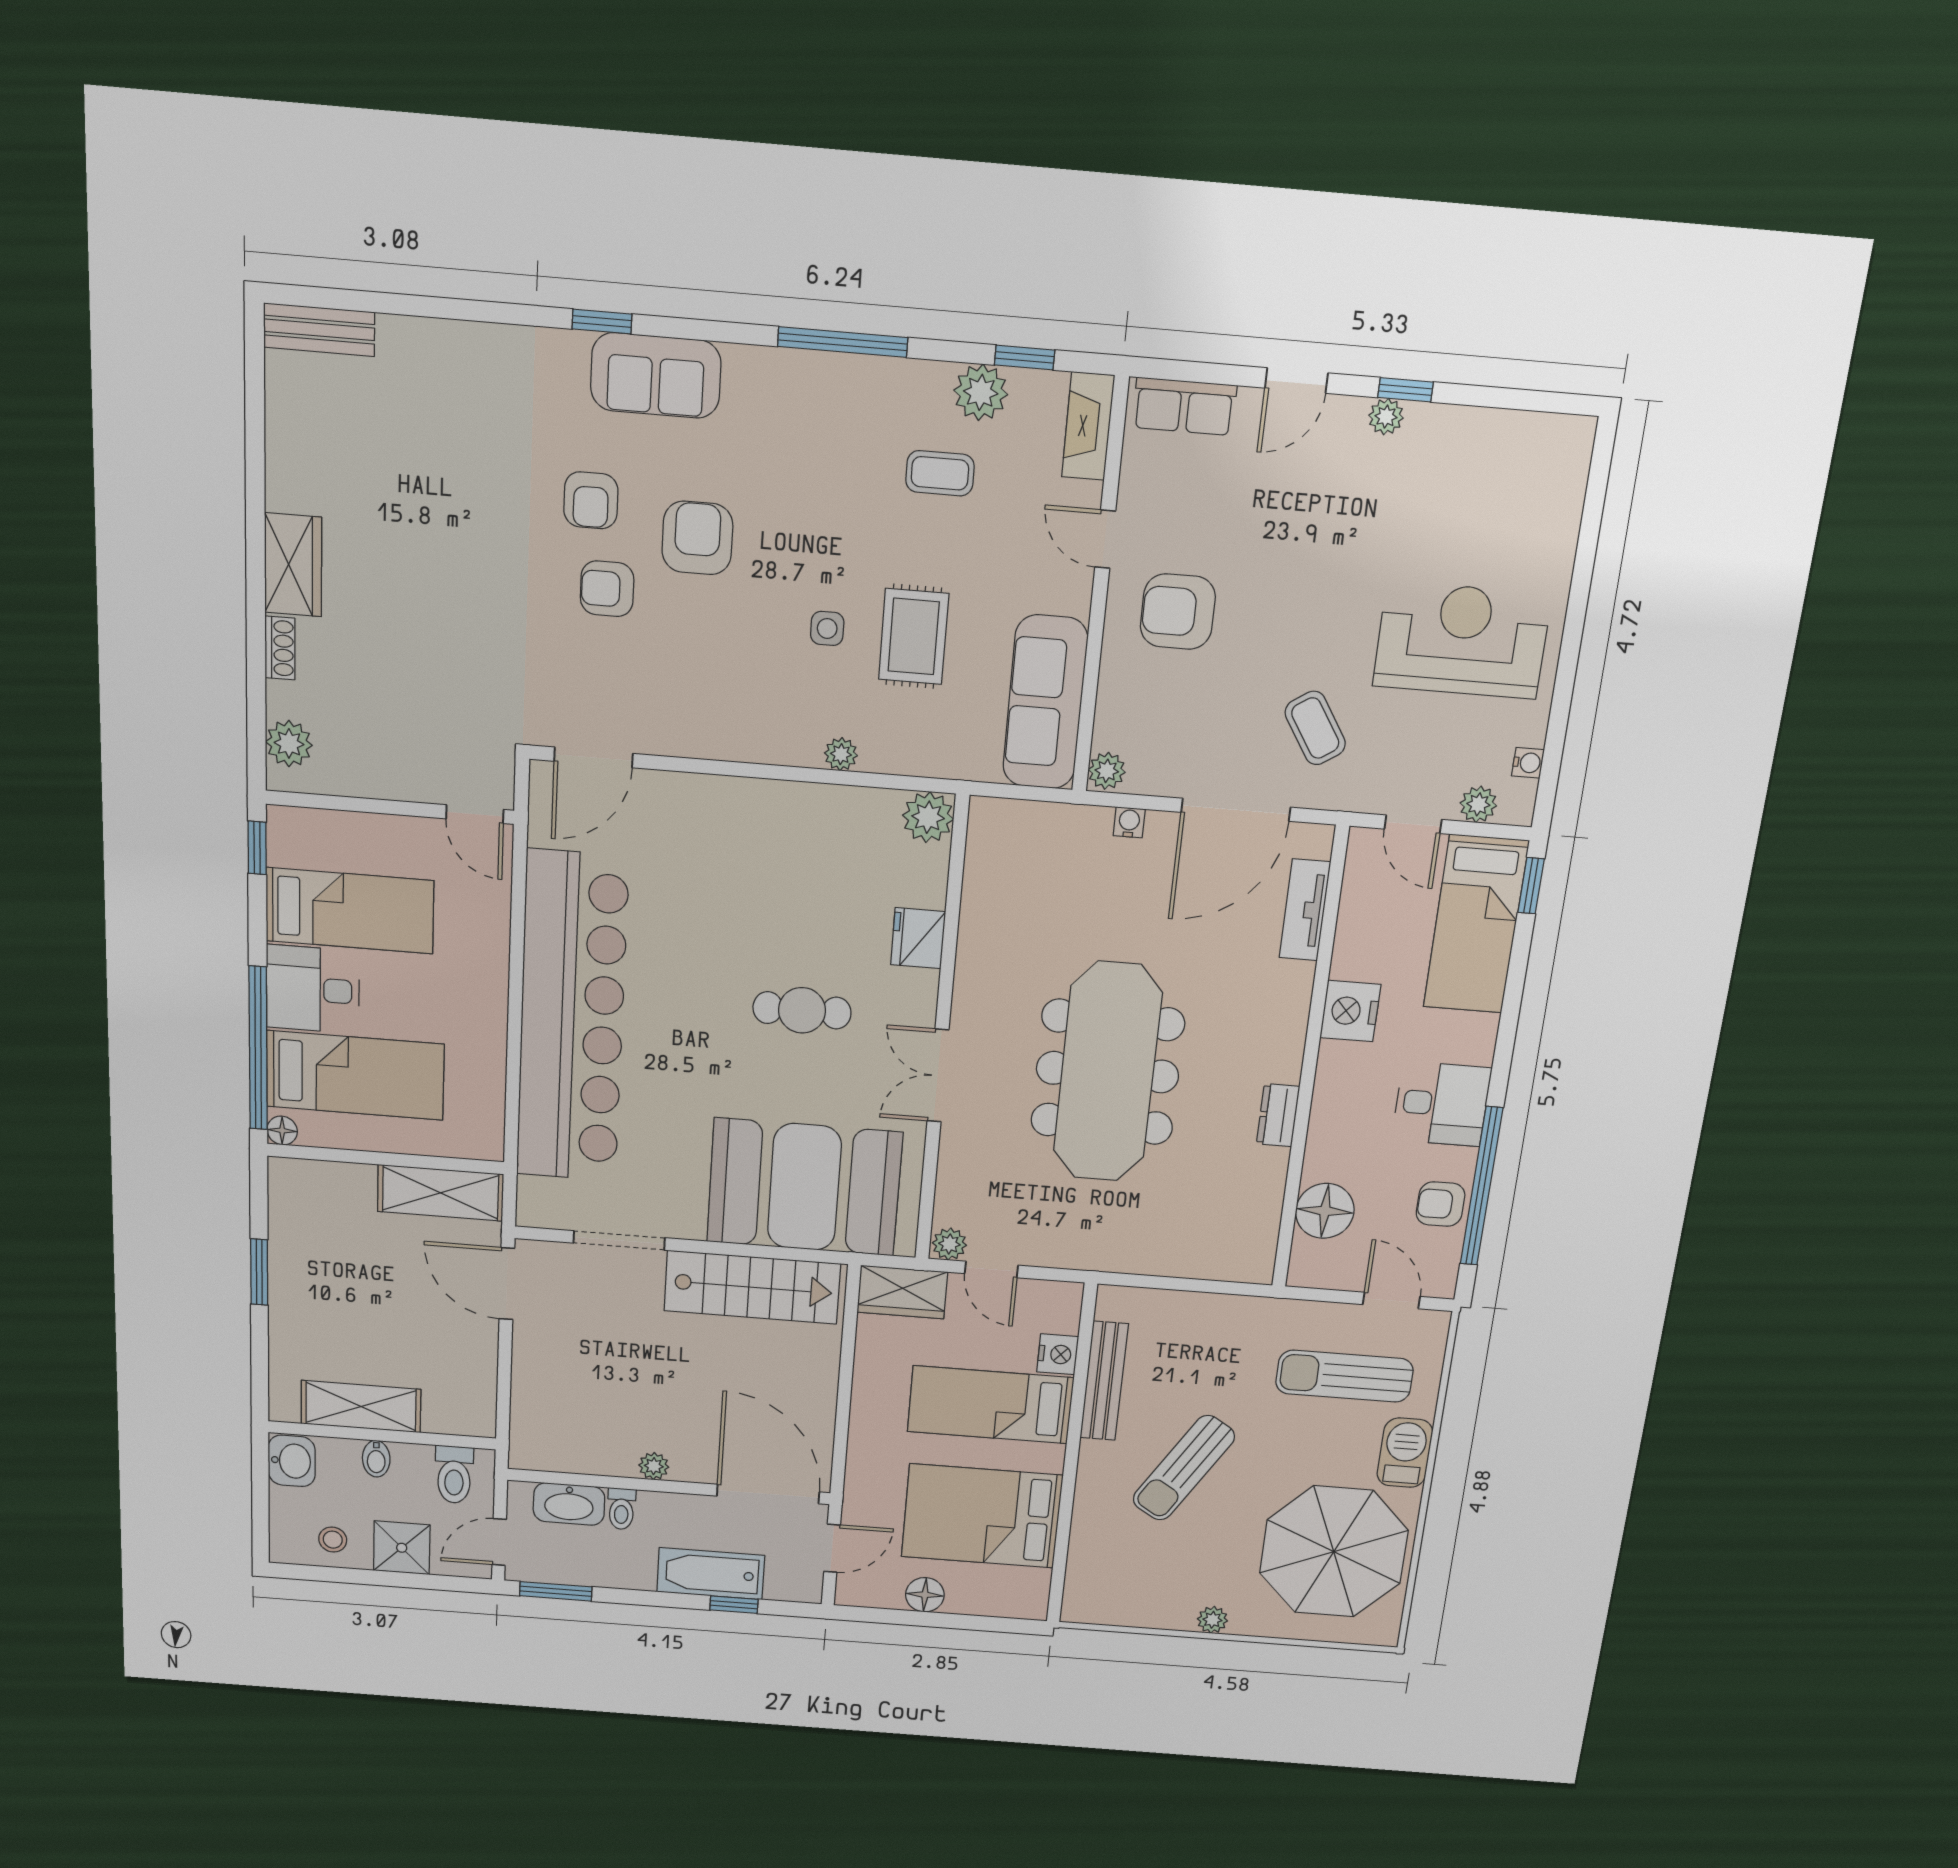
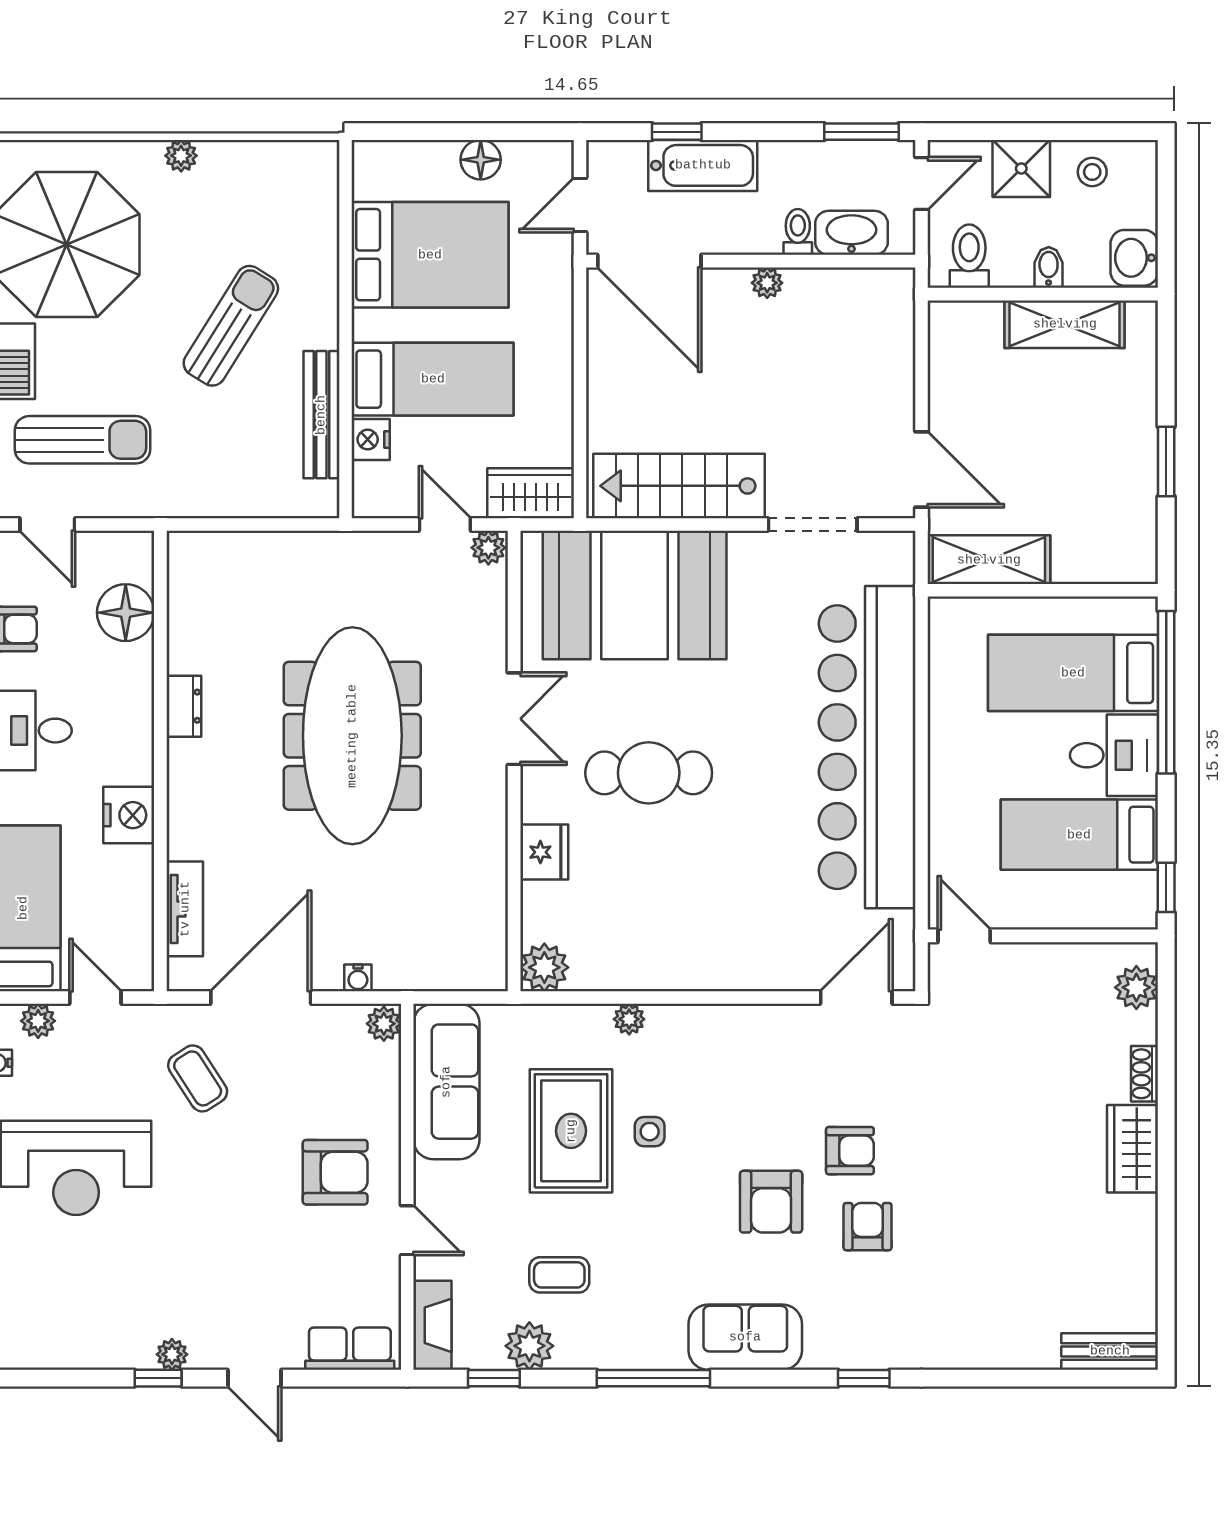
sofa: (656, 375) -> (745, 1337), moved
door: (1297, 381) -> (254, 1378), swing flipped
rug: (914, 636) -> (571, 1131), width x1.36, depth x1.43
cafe table: (802, 1010) -> (649, 773), width x1.37, depth x1.35
floor lamp: (282, 1131) -> (1143, 611), removed

